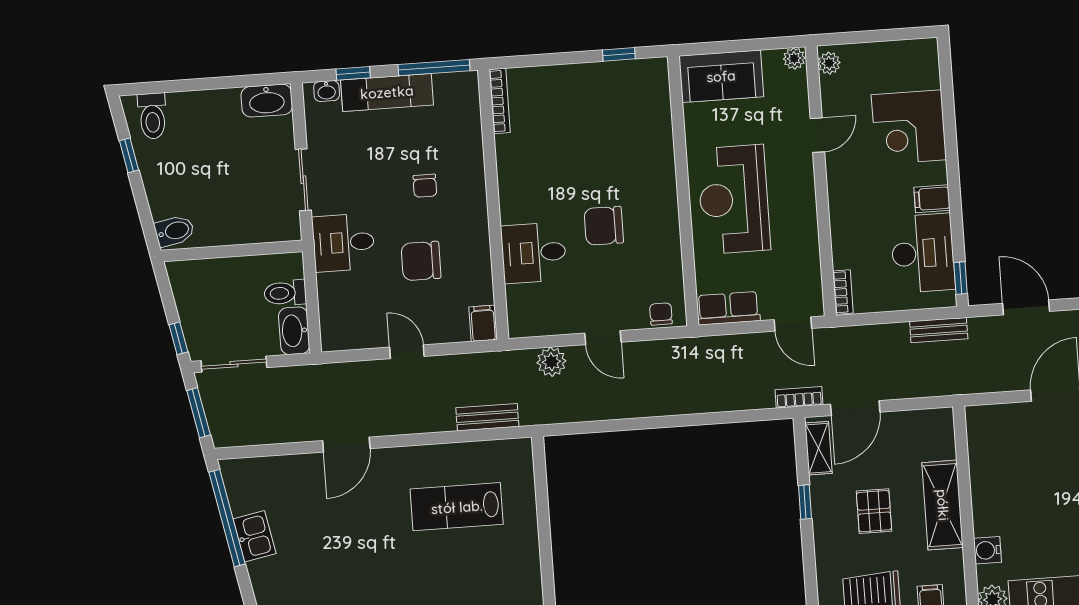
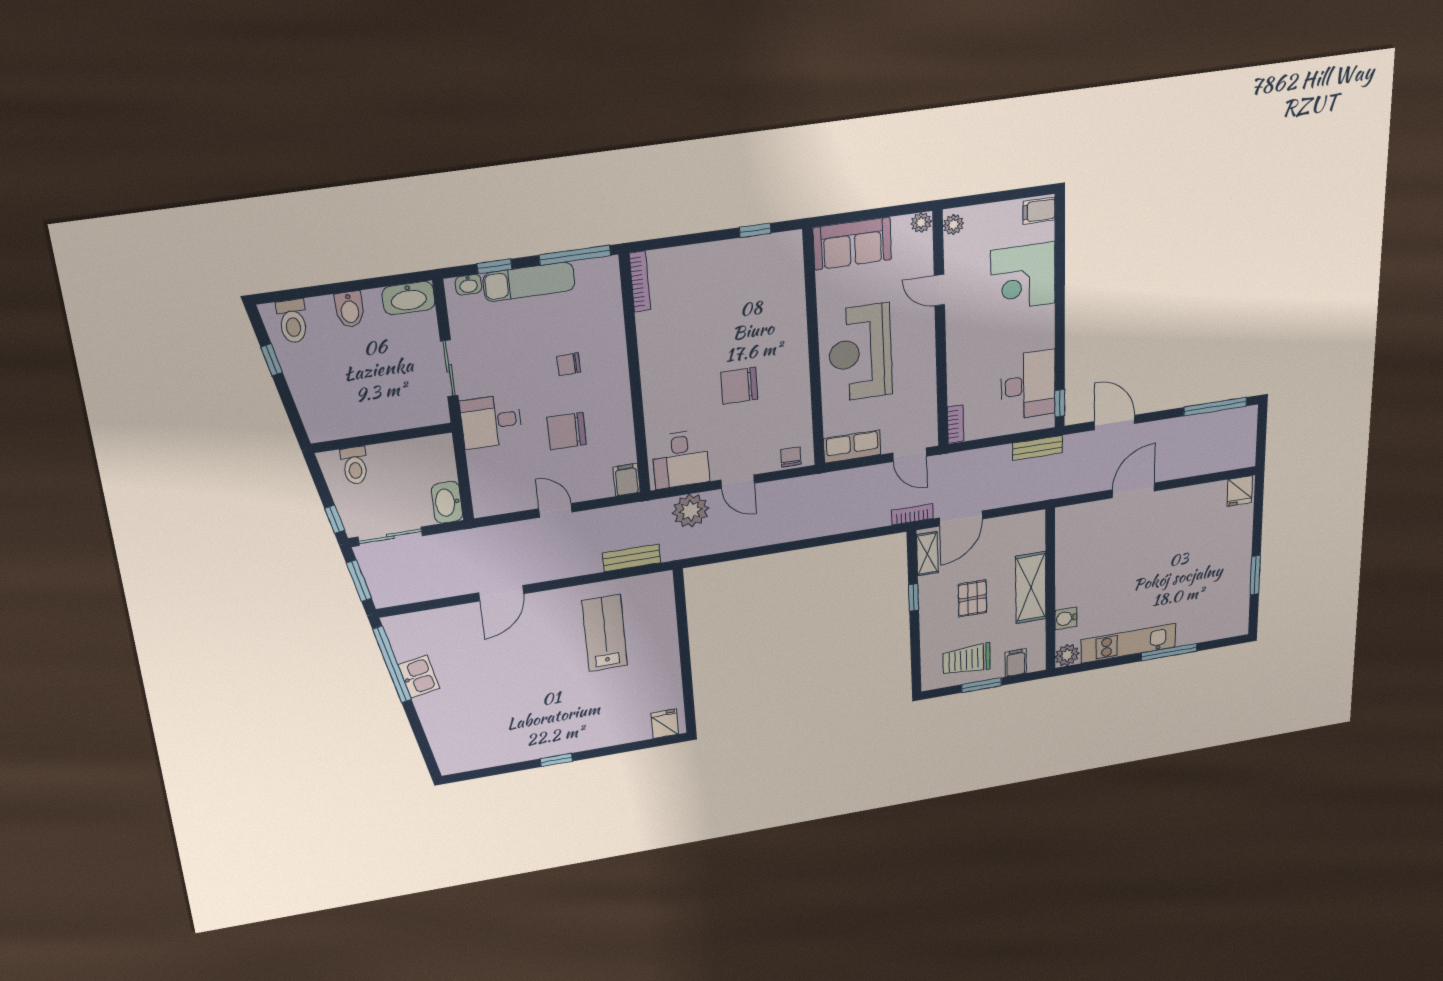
door: (817, 135) -> (939, 290), swing flipped
chair: (425, 186) -> (569, 364), turned 88
filing cabinet: (932, 199) -> (1039, 211), moved
bidet: (174, 231) -> (350, 309), moved, turned 101
desk: (534, 253) -> (681, 459), moved, turned -90
toilet: (285, 293) -> (355, 466), moved, turned -90
plant: (551, 362) -> (691, 511), width x1.36, depth x1.36
lab bench: (457, 507) -> (605, 633), turned 90

